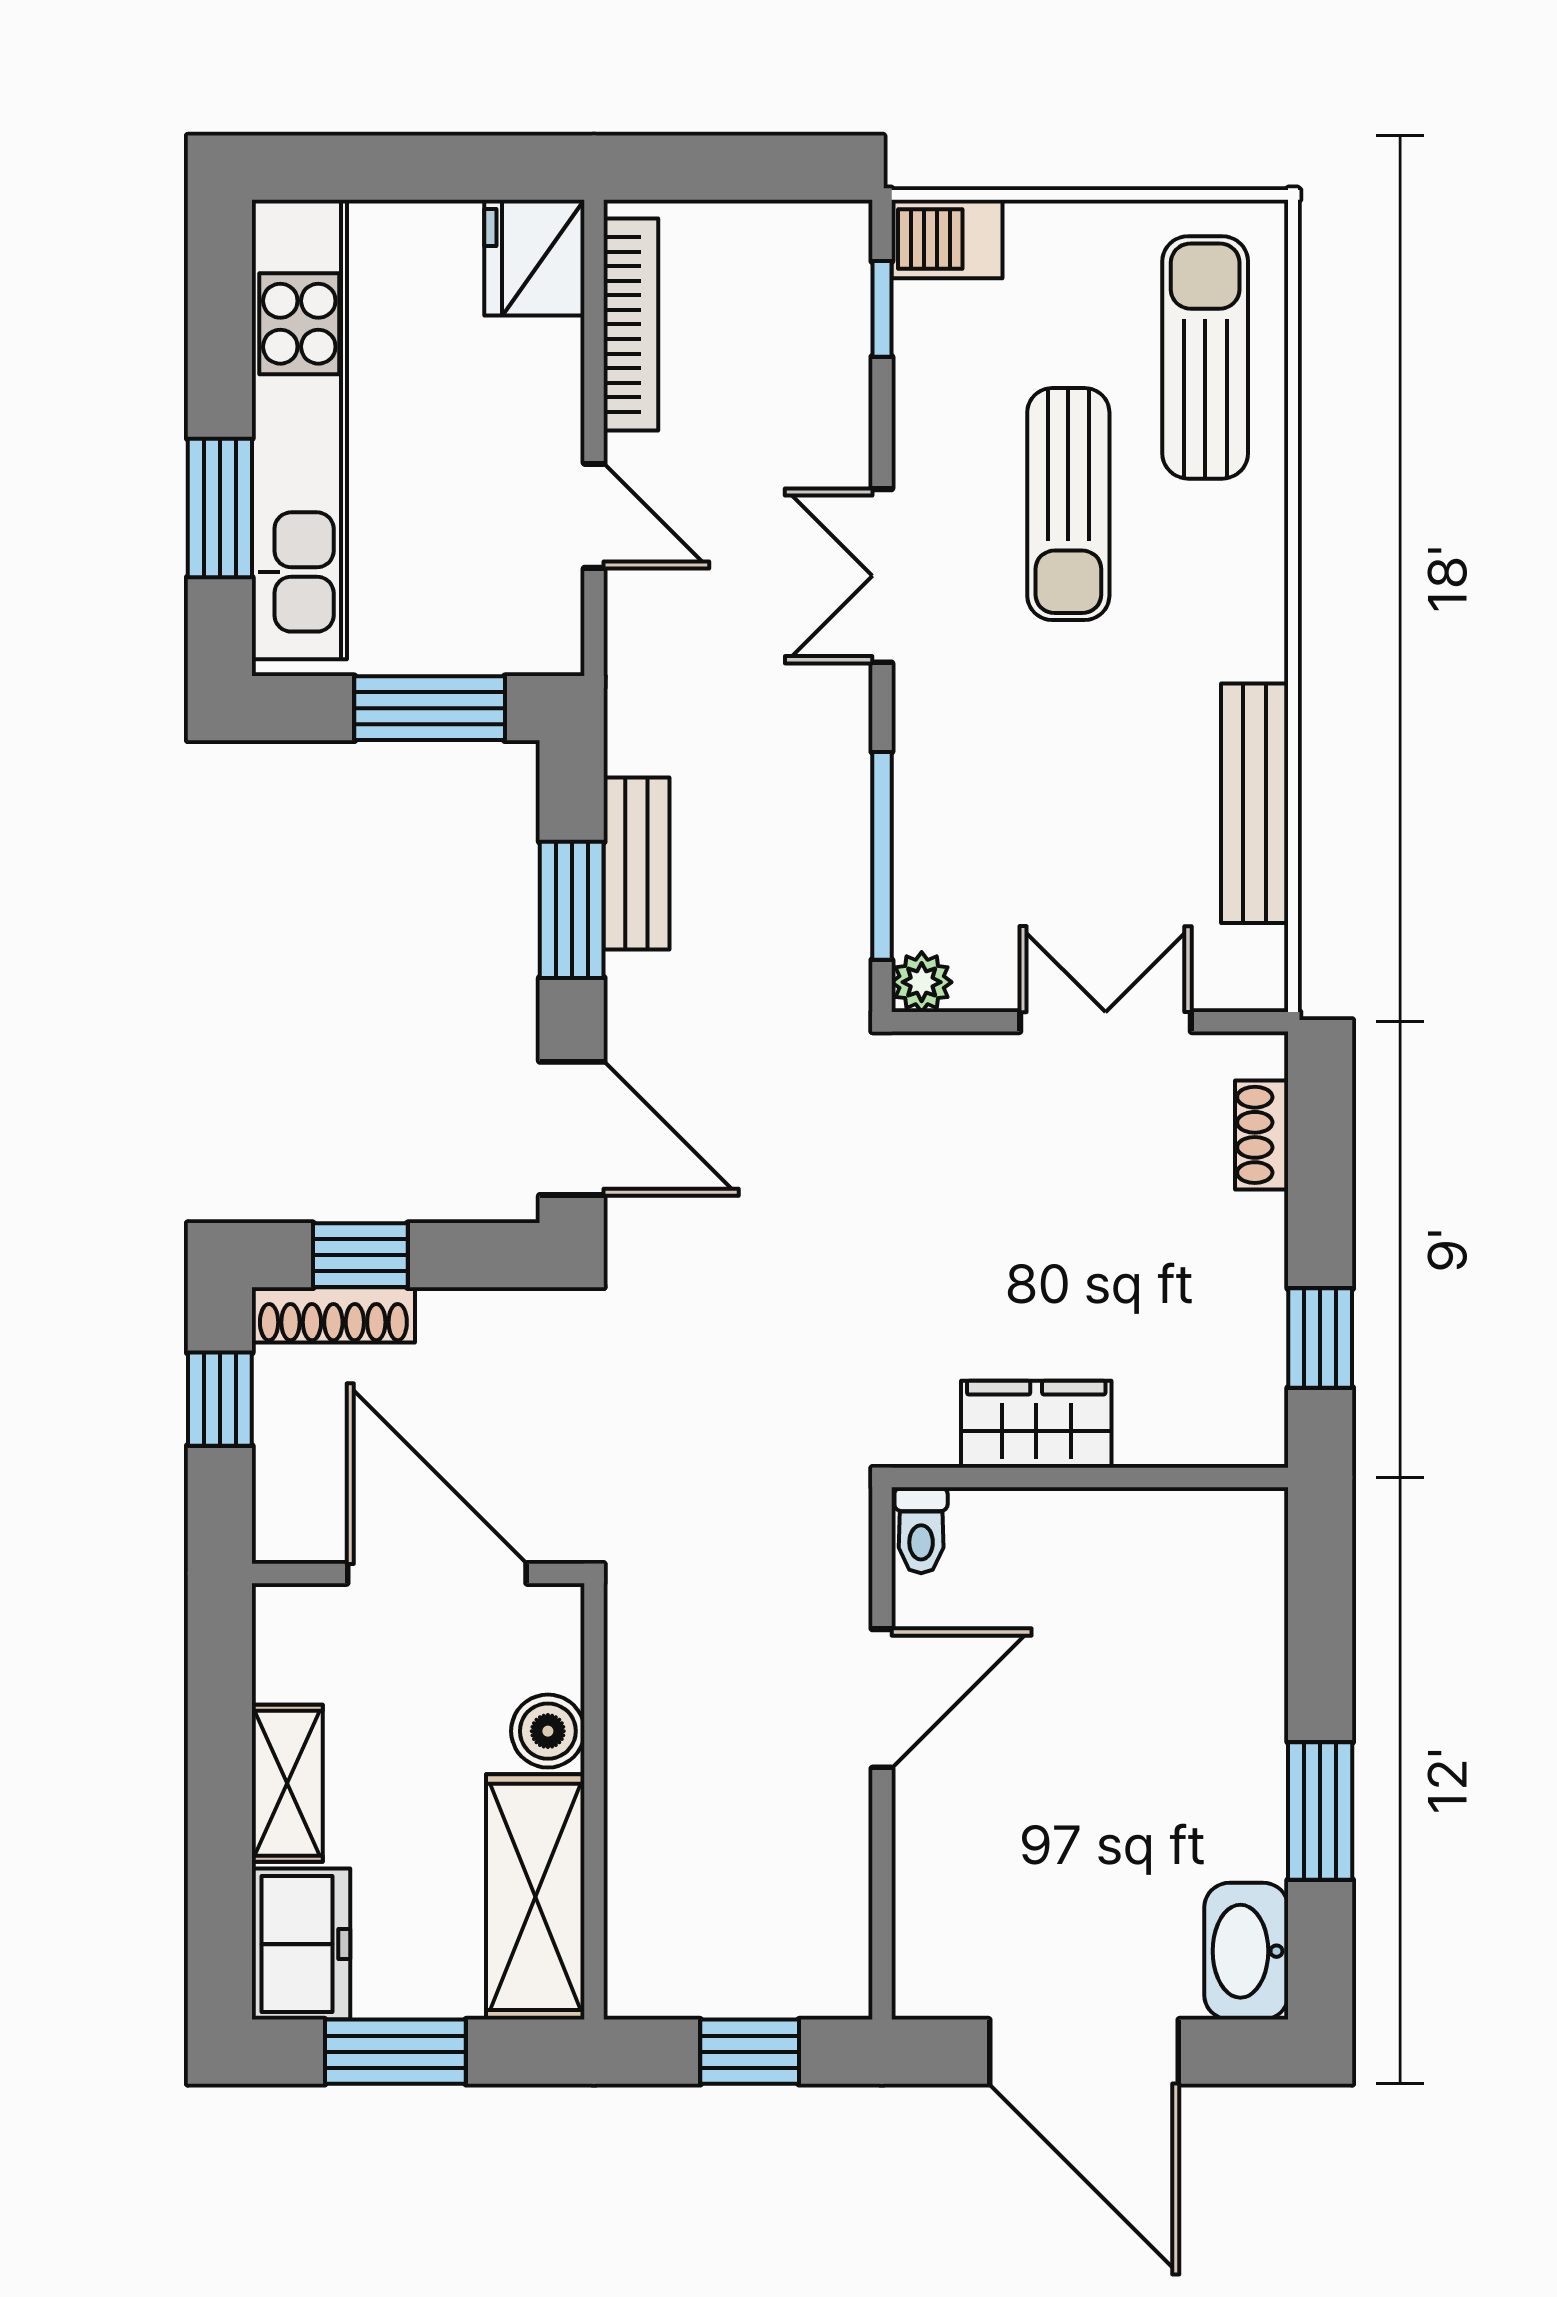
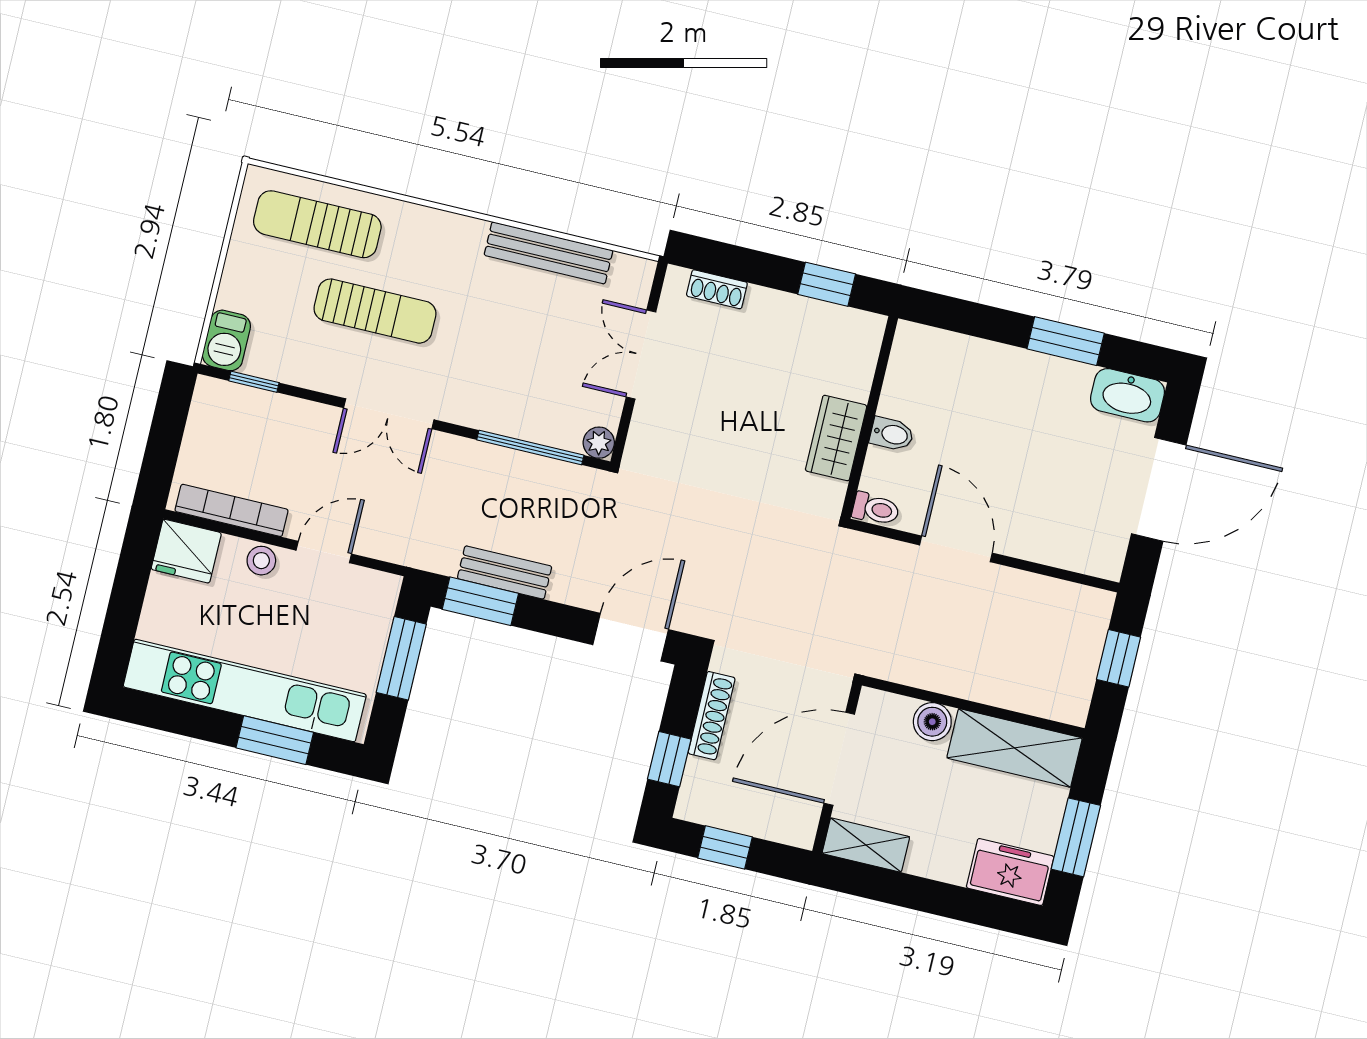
stool: (550, 403) -> (261, 561), added
window: (572, 910) -> (480, 601), moved
shoe rack: (333, 1315) -> (712, 716), moved
bidet: (1069, 1527) -> (892, 434), added
shelving: (287, 1783) -> (866, 845), moved

